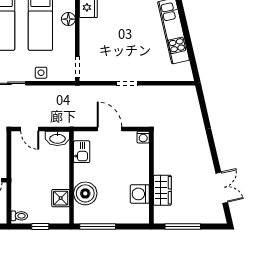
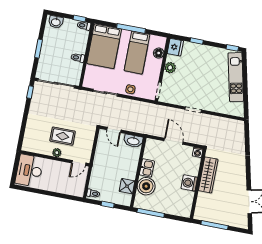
plant: (87, 35) -> (170, 68), added
kitchen sink: (82, 152) -> (147, 168), moved
wardrobe: (162, 190) -> (208, 175), moved, width x1.50
washing machine: (140, 194) -> (189, 183), moved

